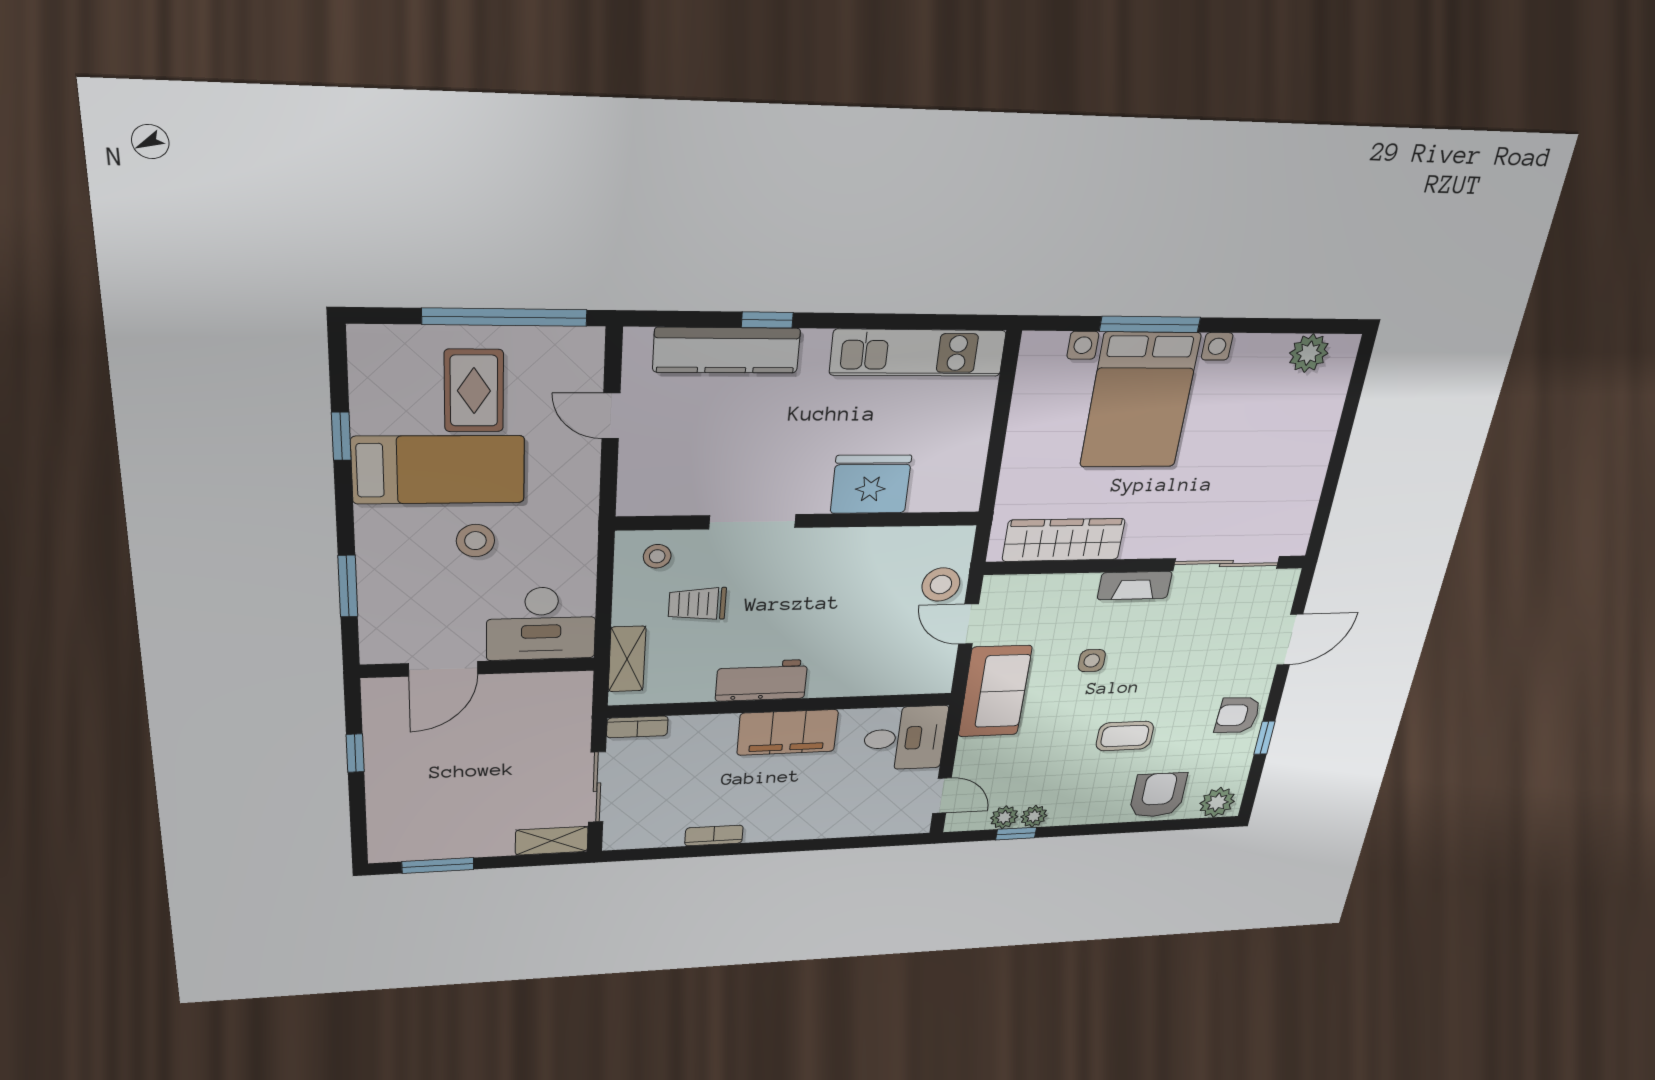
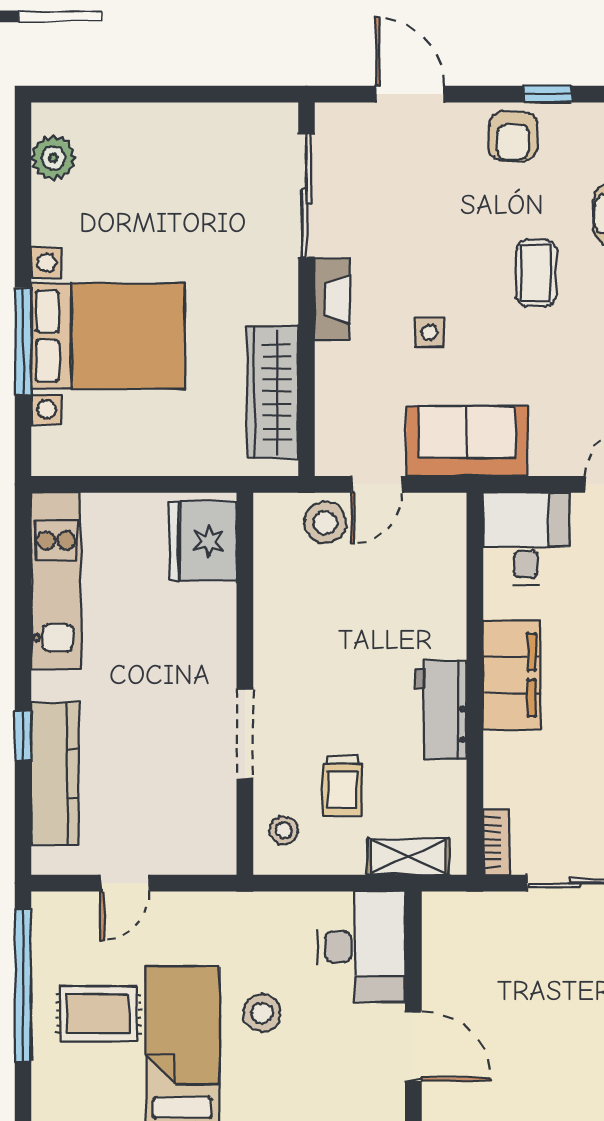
fridge: (871, 484) -> (203, 541), moved

